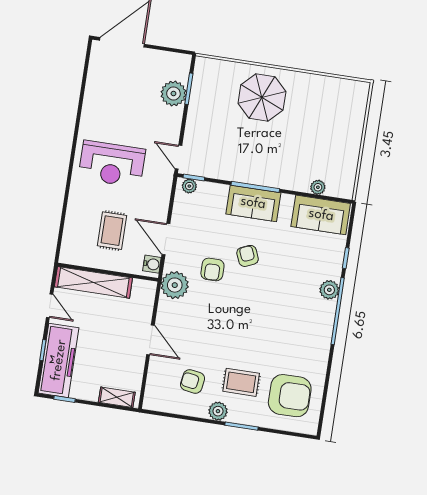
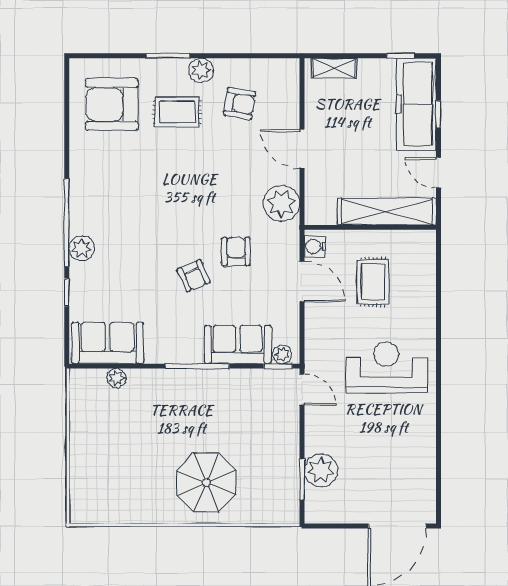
sofa: (253, 203) -> (238, 345), moved
plant: (175, 285) -> (282, 203), moved

